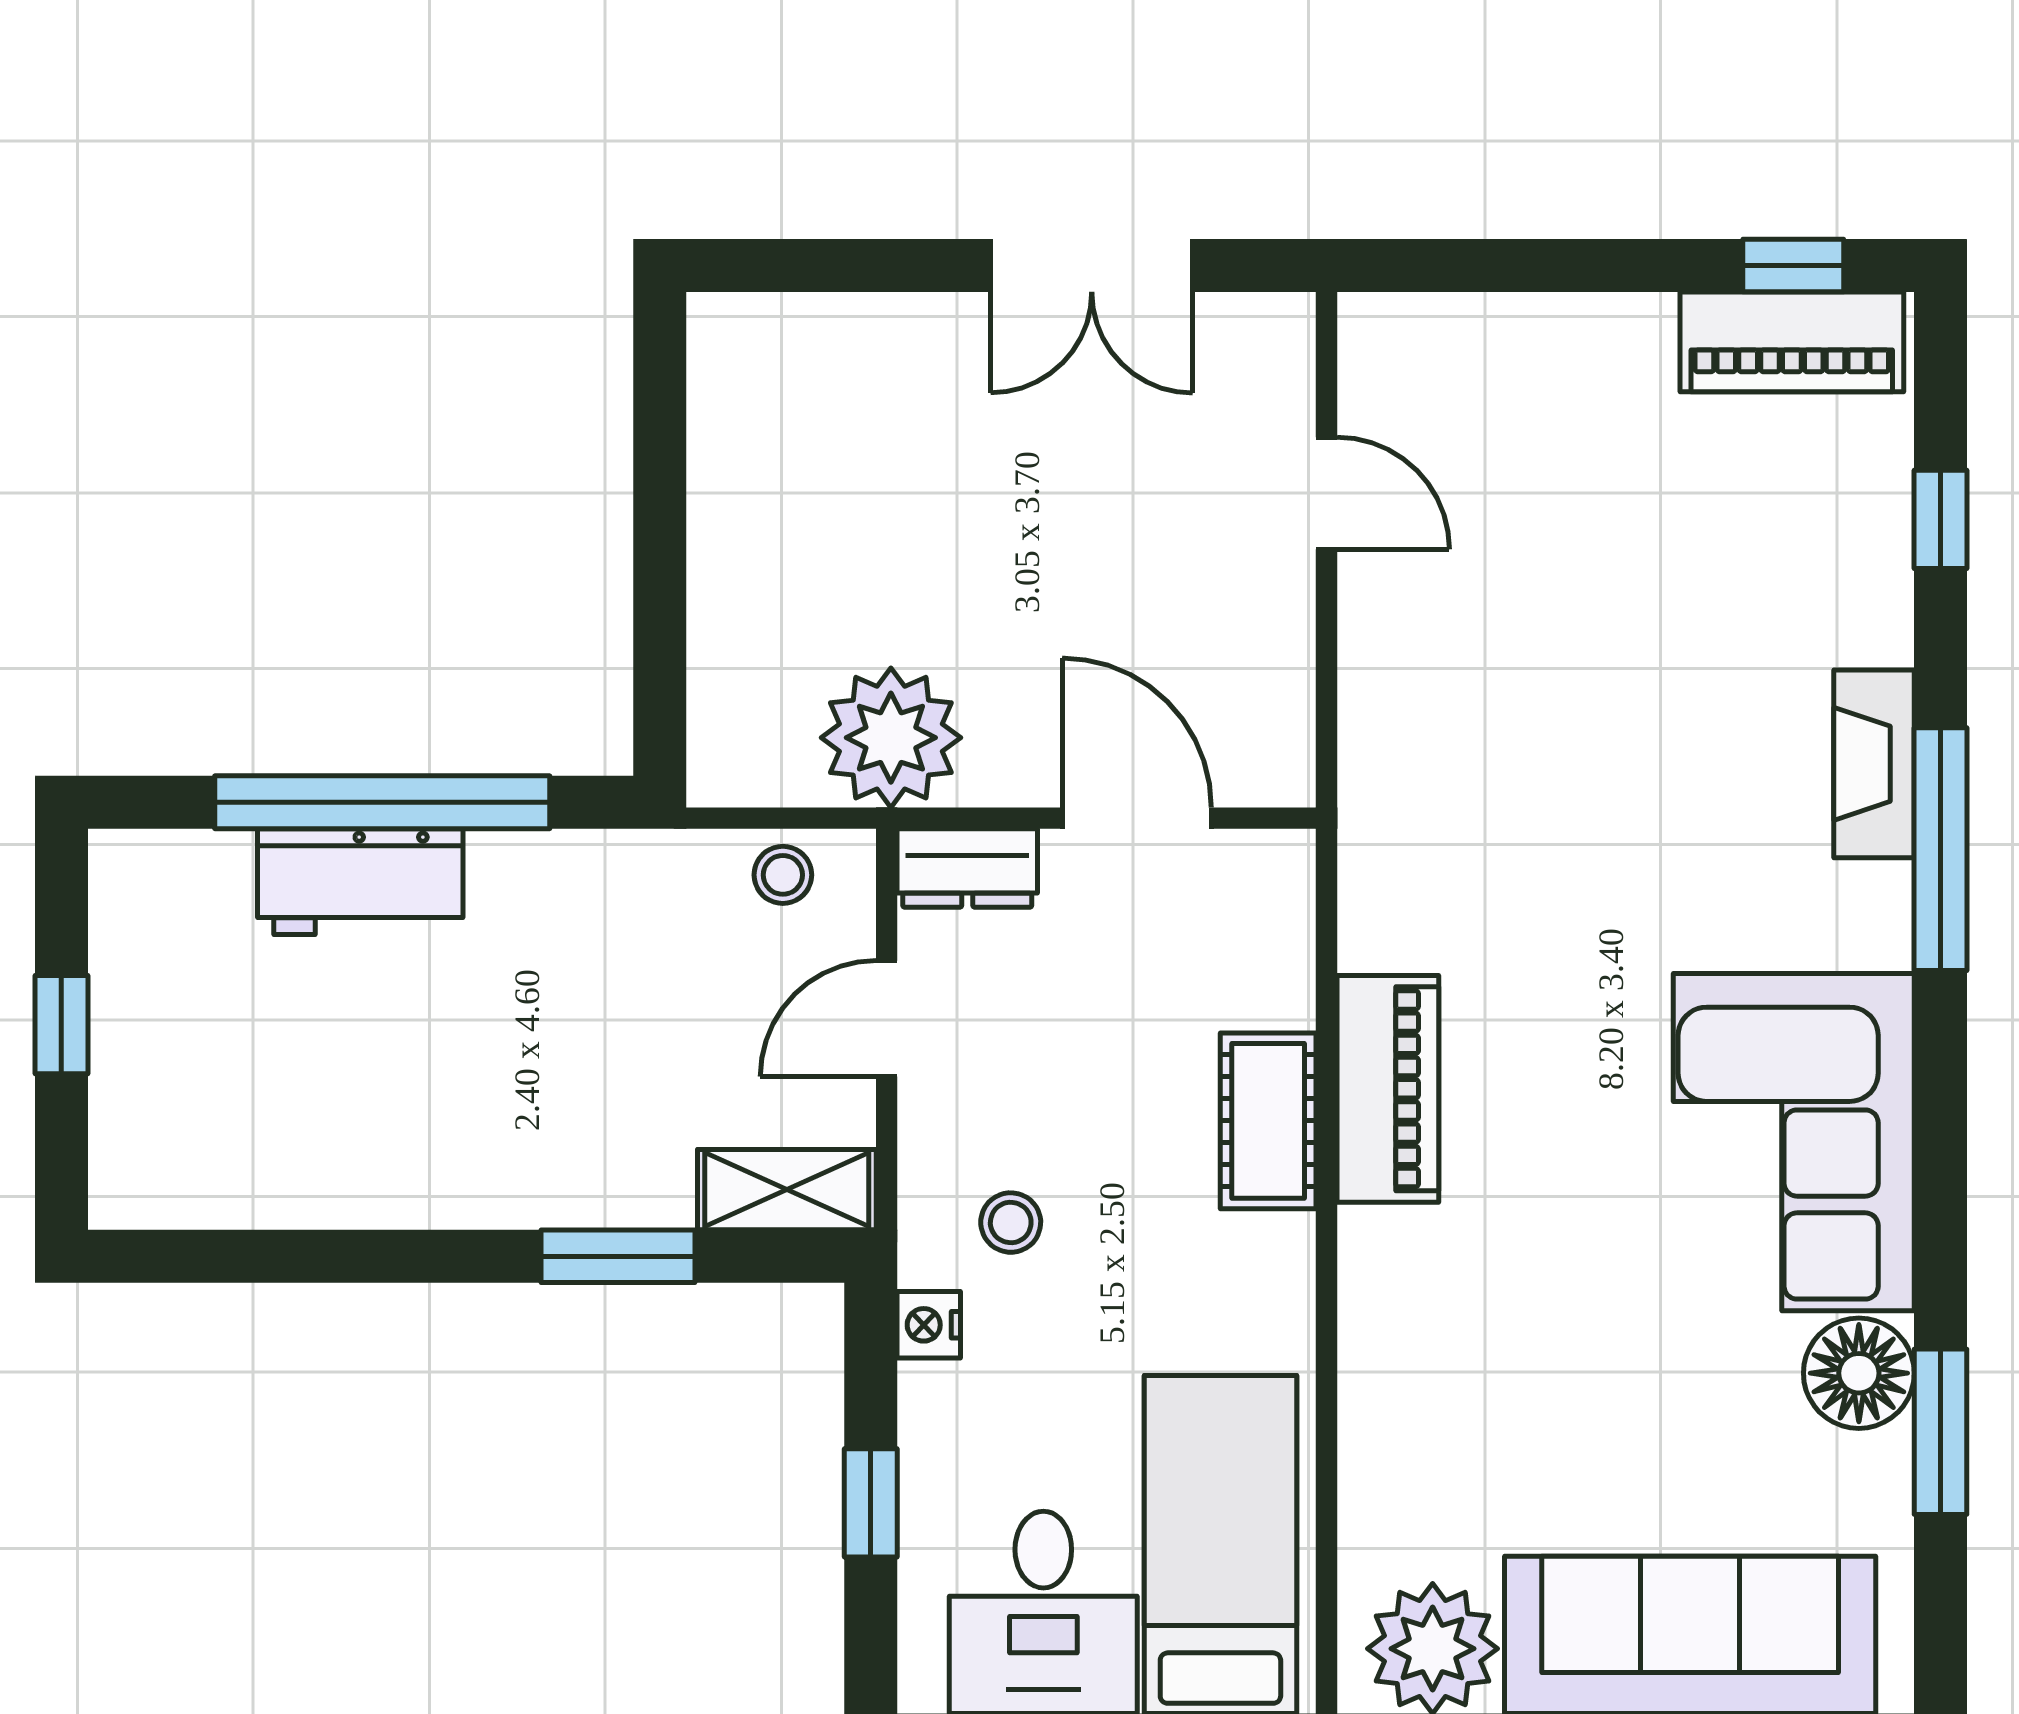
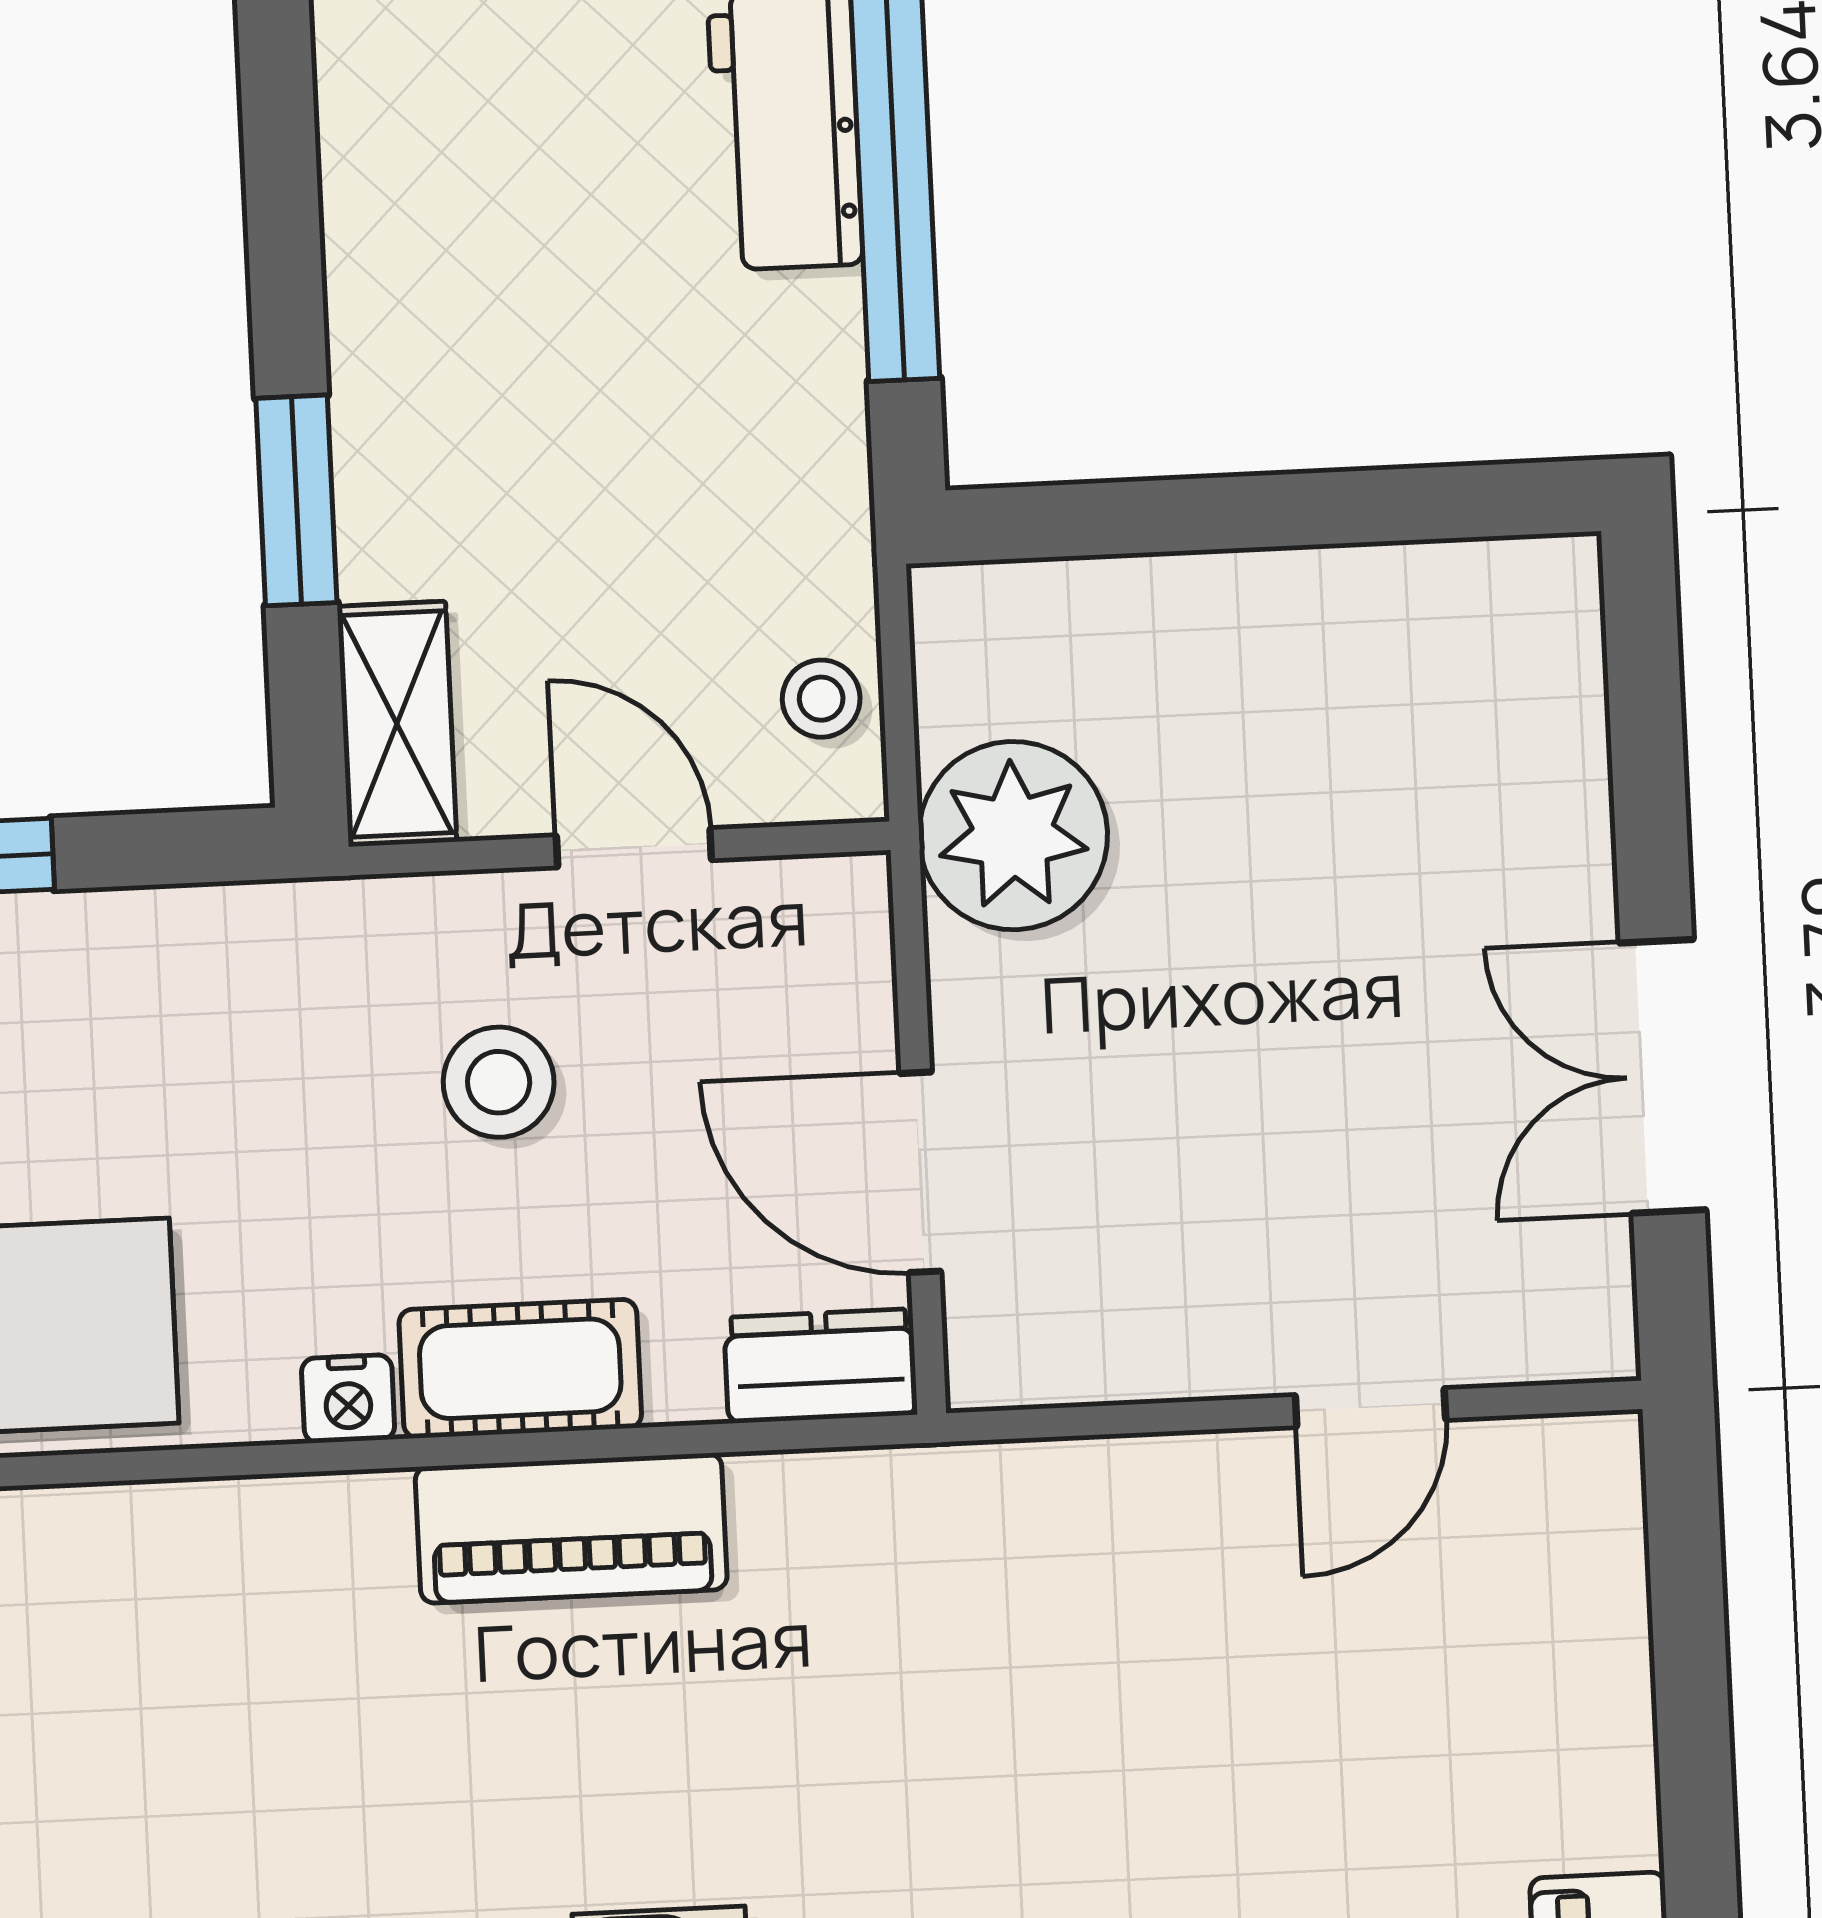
door: (1137, 818) -> (920, 1172), swing flipped
dresser: (967, 868) -> (820, 1366), moved, turned 90
stool: (1011, 1223) -> (499, 1082), moved, width x1.37, depth x1.37
nightstand: (929, 1325) -> (348, 1399), moved, turned 180

